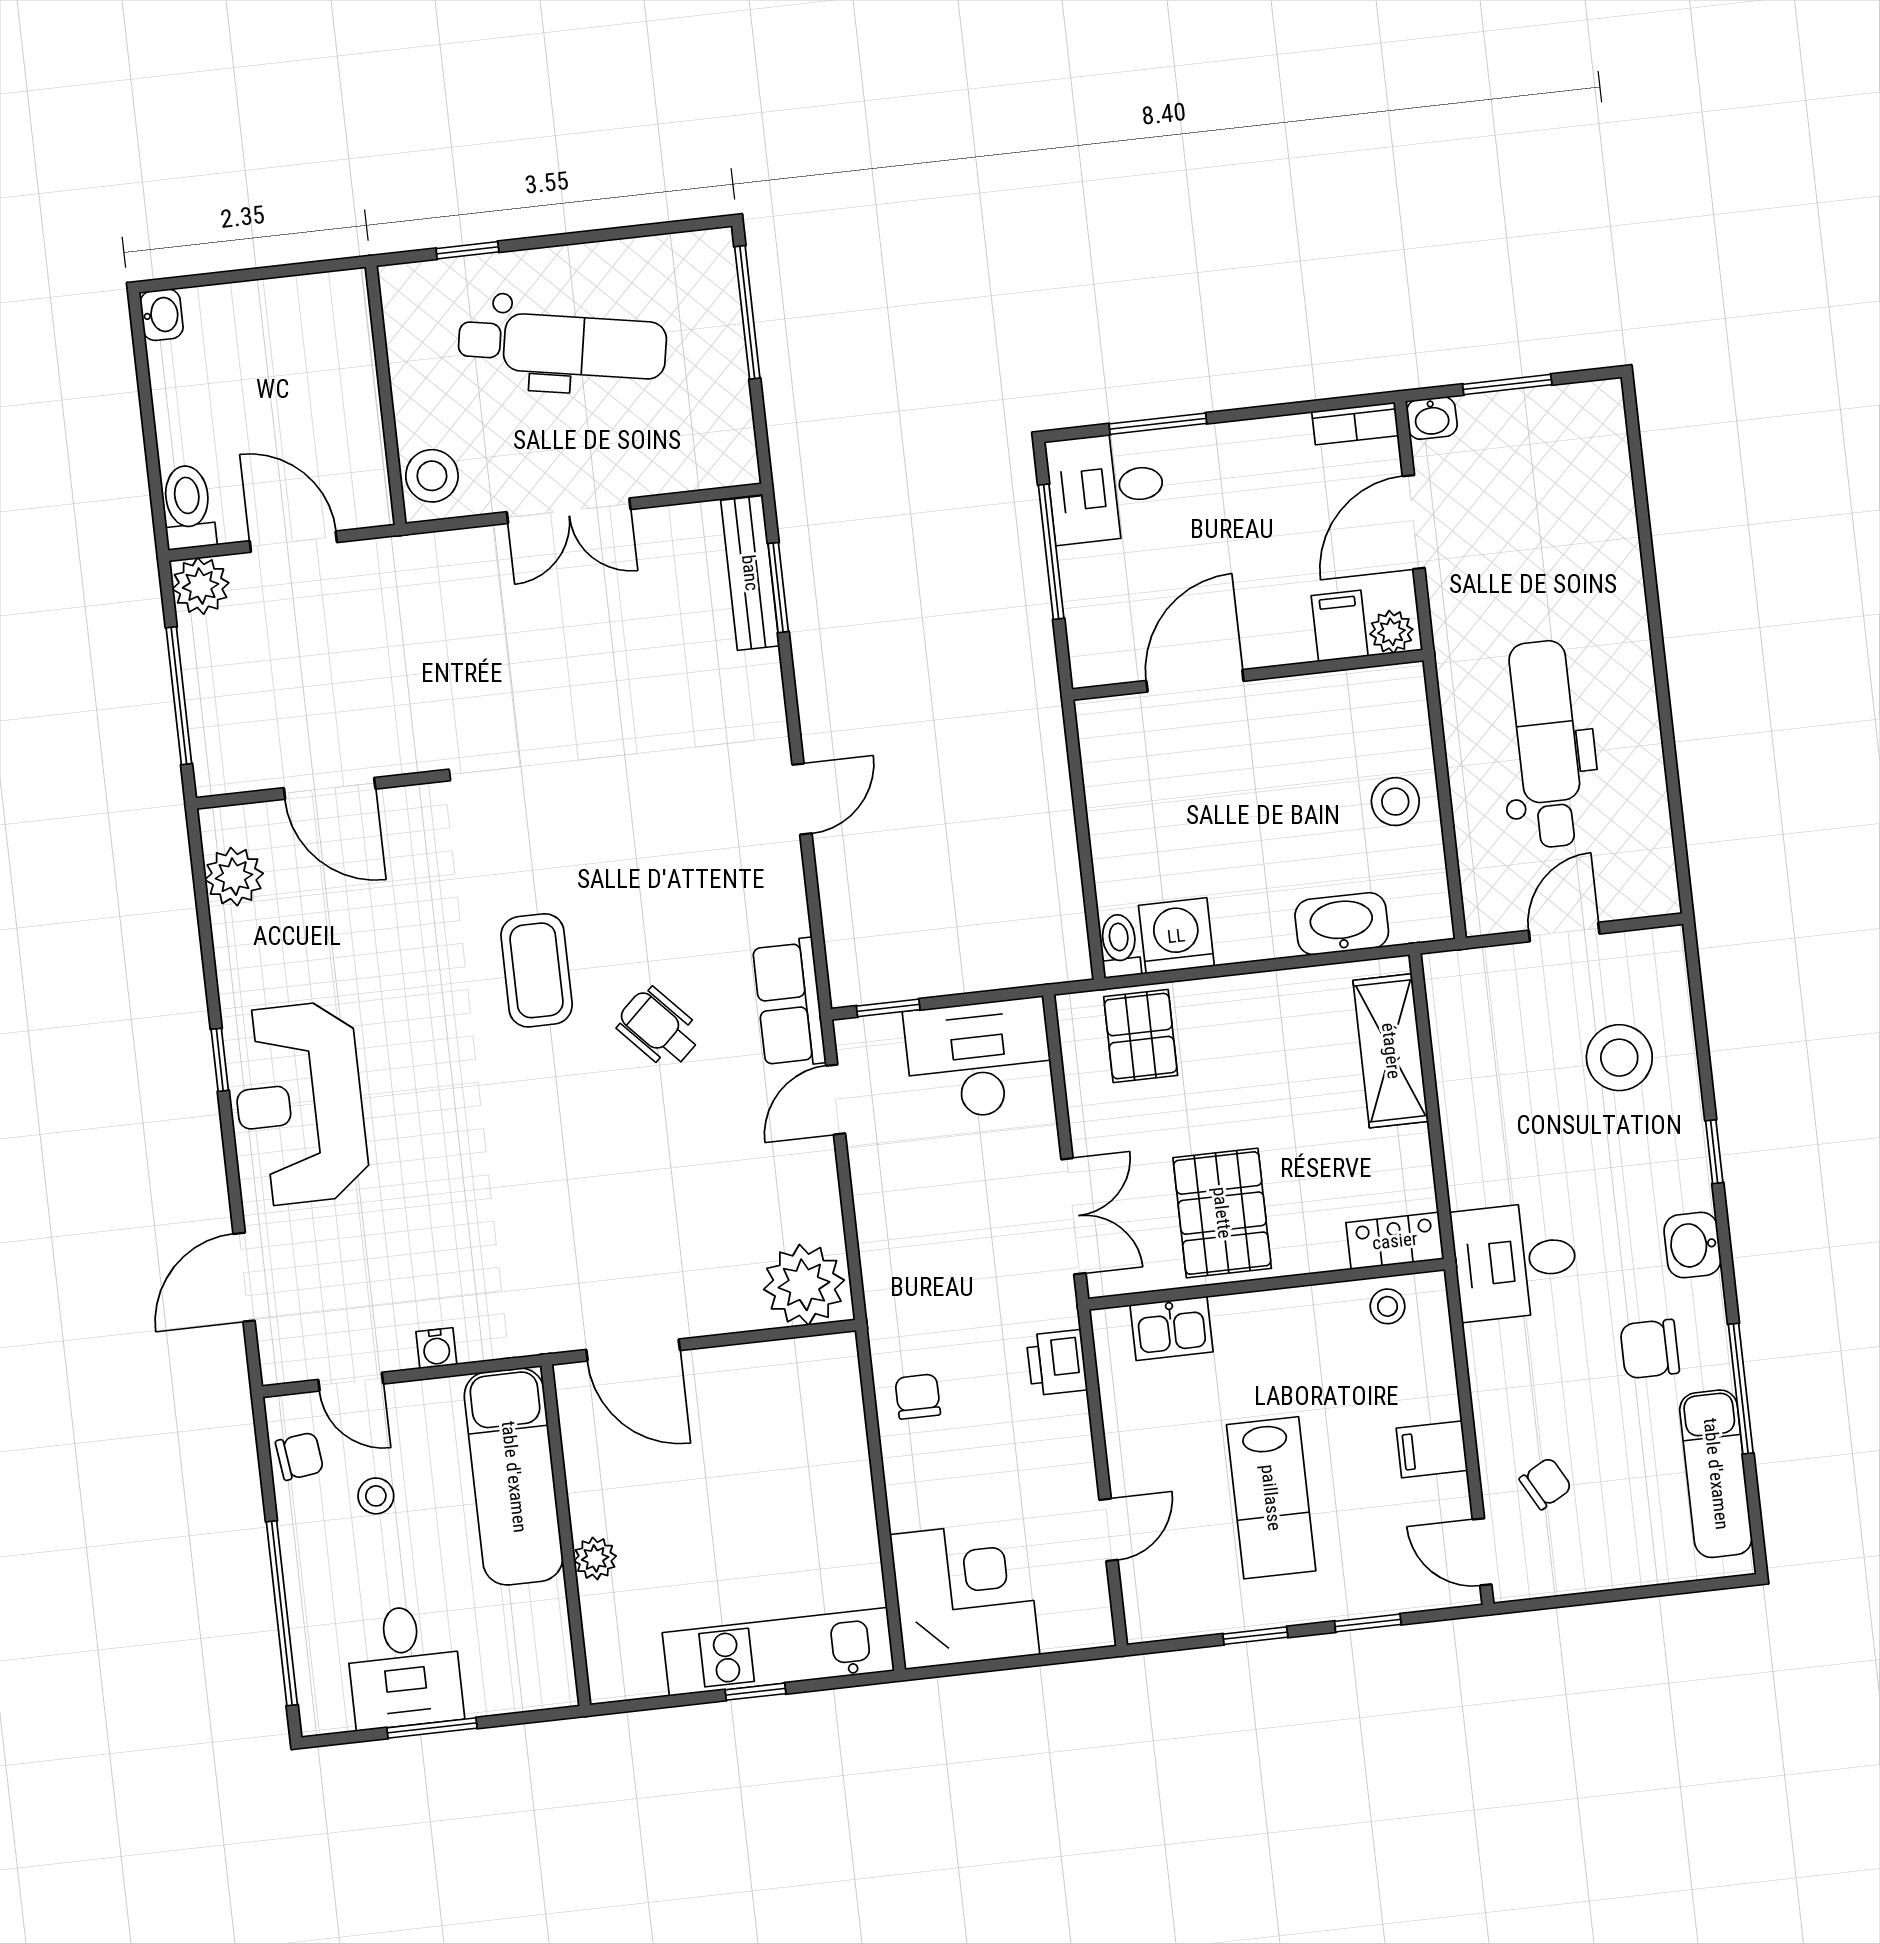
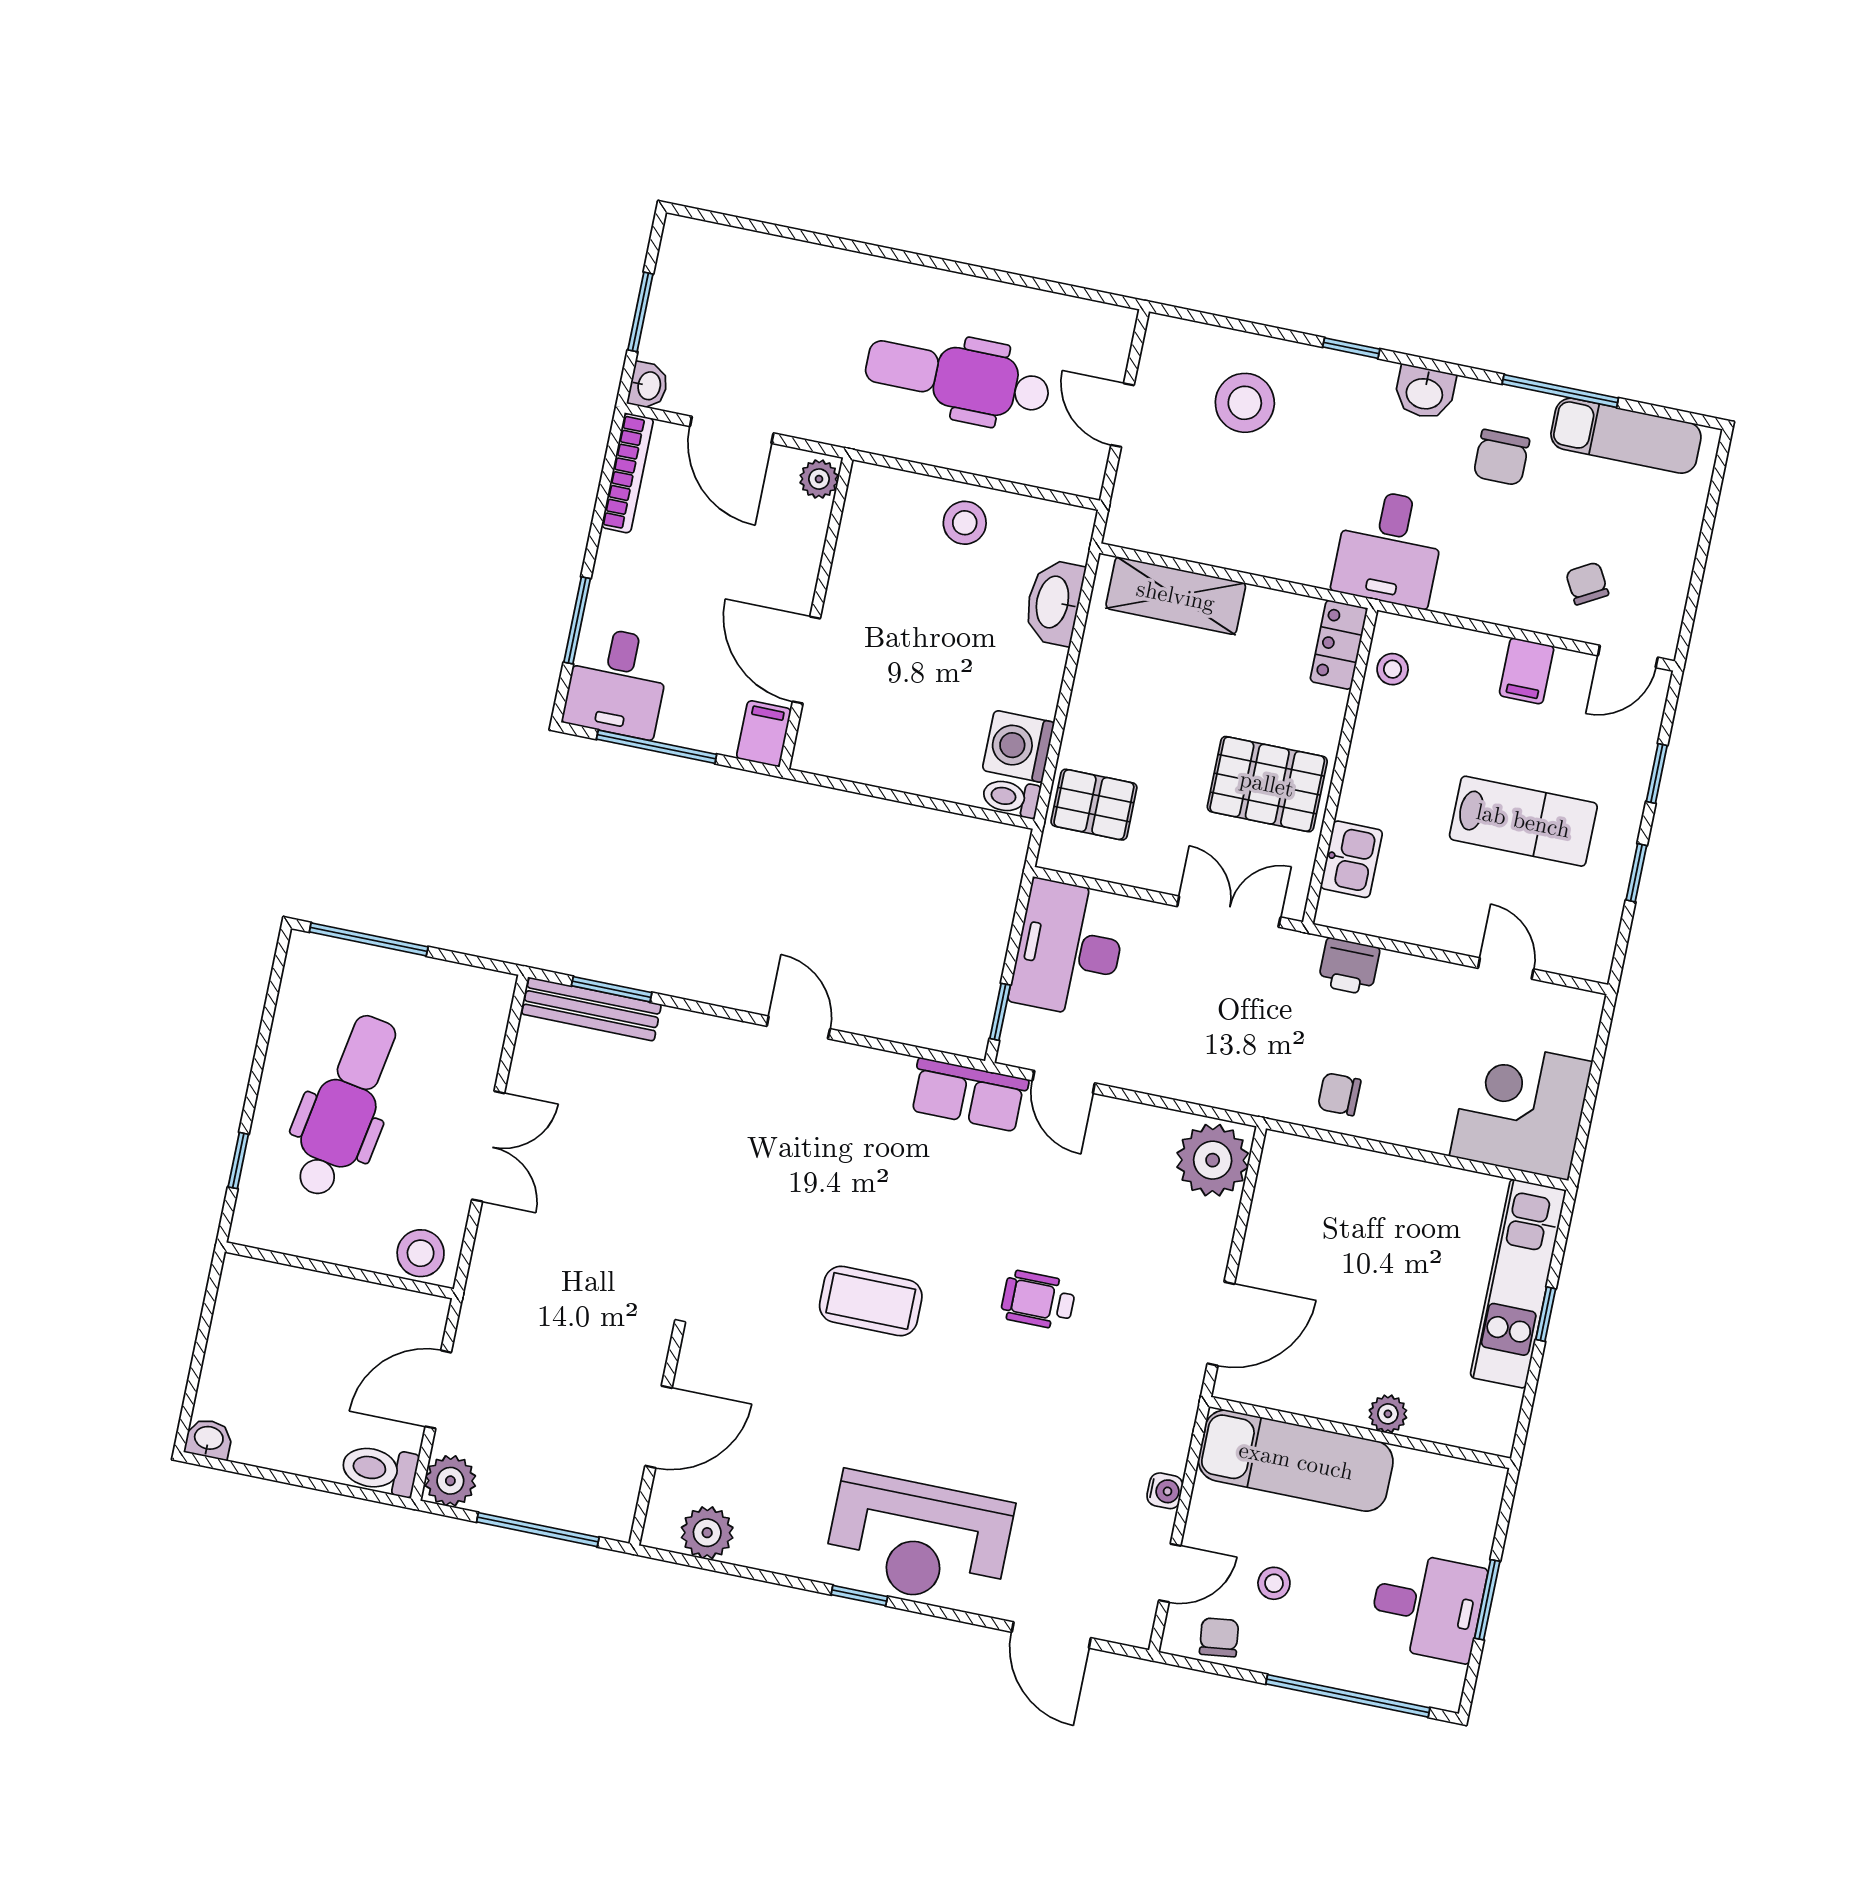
bookcase: (1355, 424) -> (627, 473), width x1.56
filing cabinet: (1340, 626) -> (764, 734), moved, turned 90
wheelchair: (659, 1028) -> (1038, 1300), moved, turned 43

